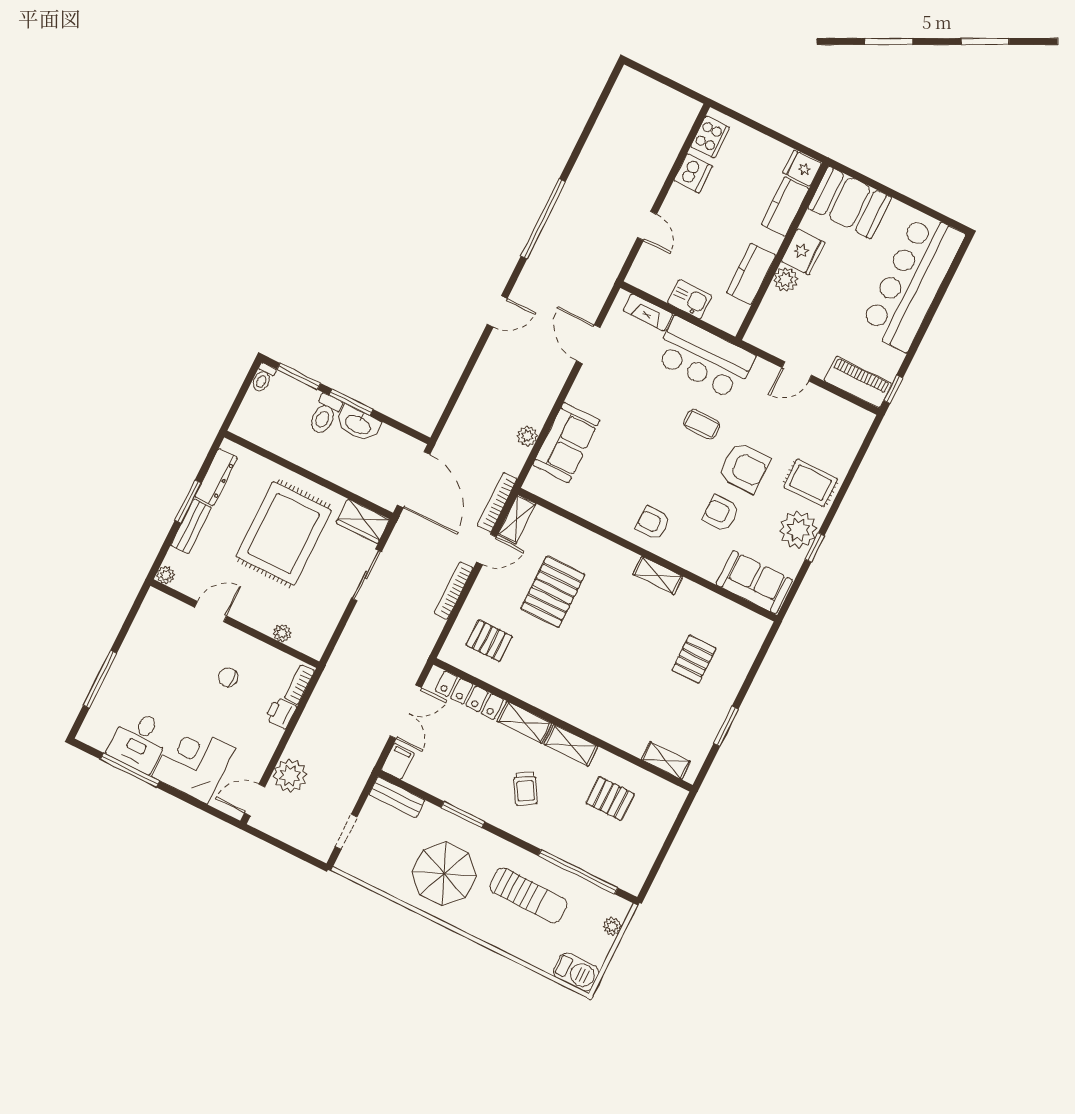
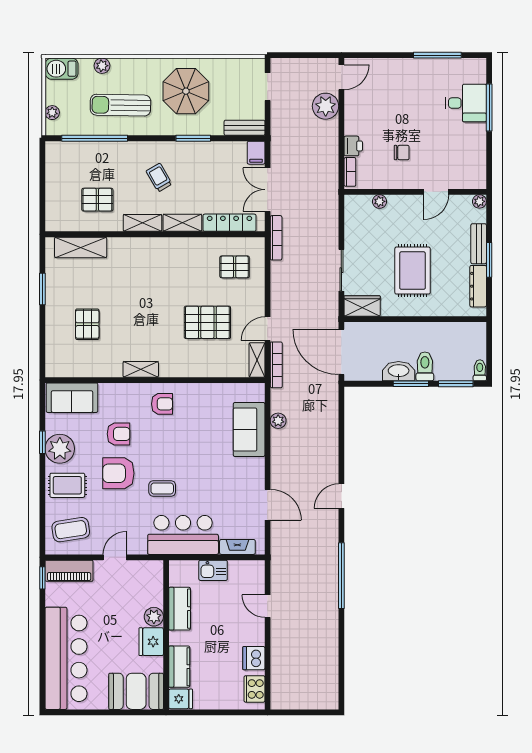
coffee table: (832, 429) -> (71, 530), added
rug: (284, 533) -> (413, 271), width x0.73, depth x0.69
bookcase: (454, 591) -> (276, 238), moved
pallet: (553, 592) -> (207, 322), turned 90
desk: (139, 741) -> (466, 103), moved, turned 90
shelving: (666, 761) -> (81, 247), width x1.50, depth x1.33
corner desk: (193, 762) -> (396, 82), removed
plant: (527, 952) -> (102, 66), added

